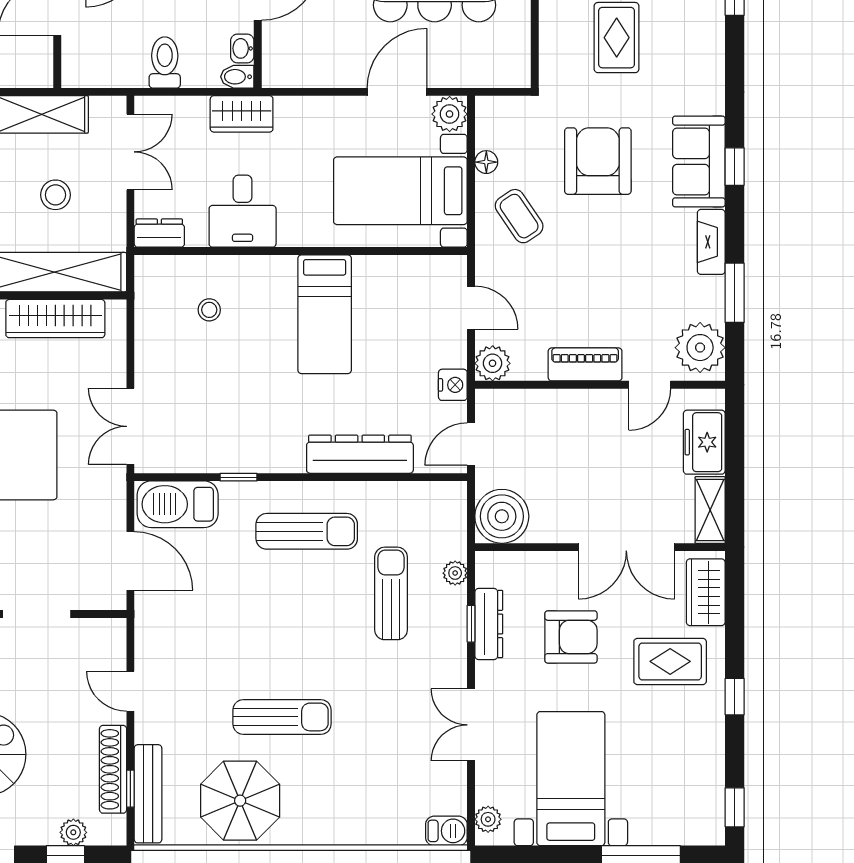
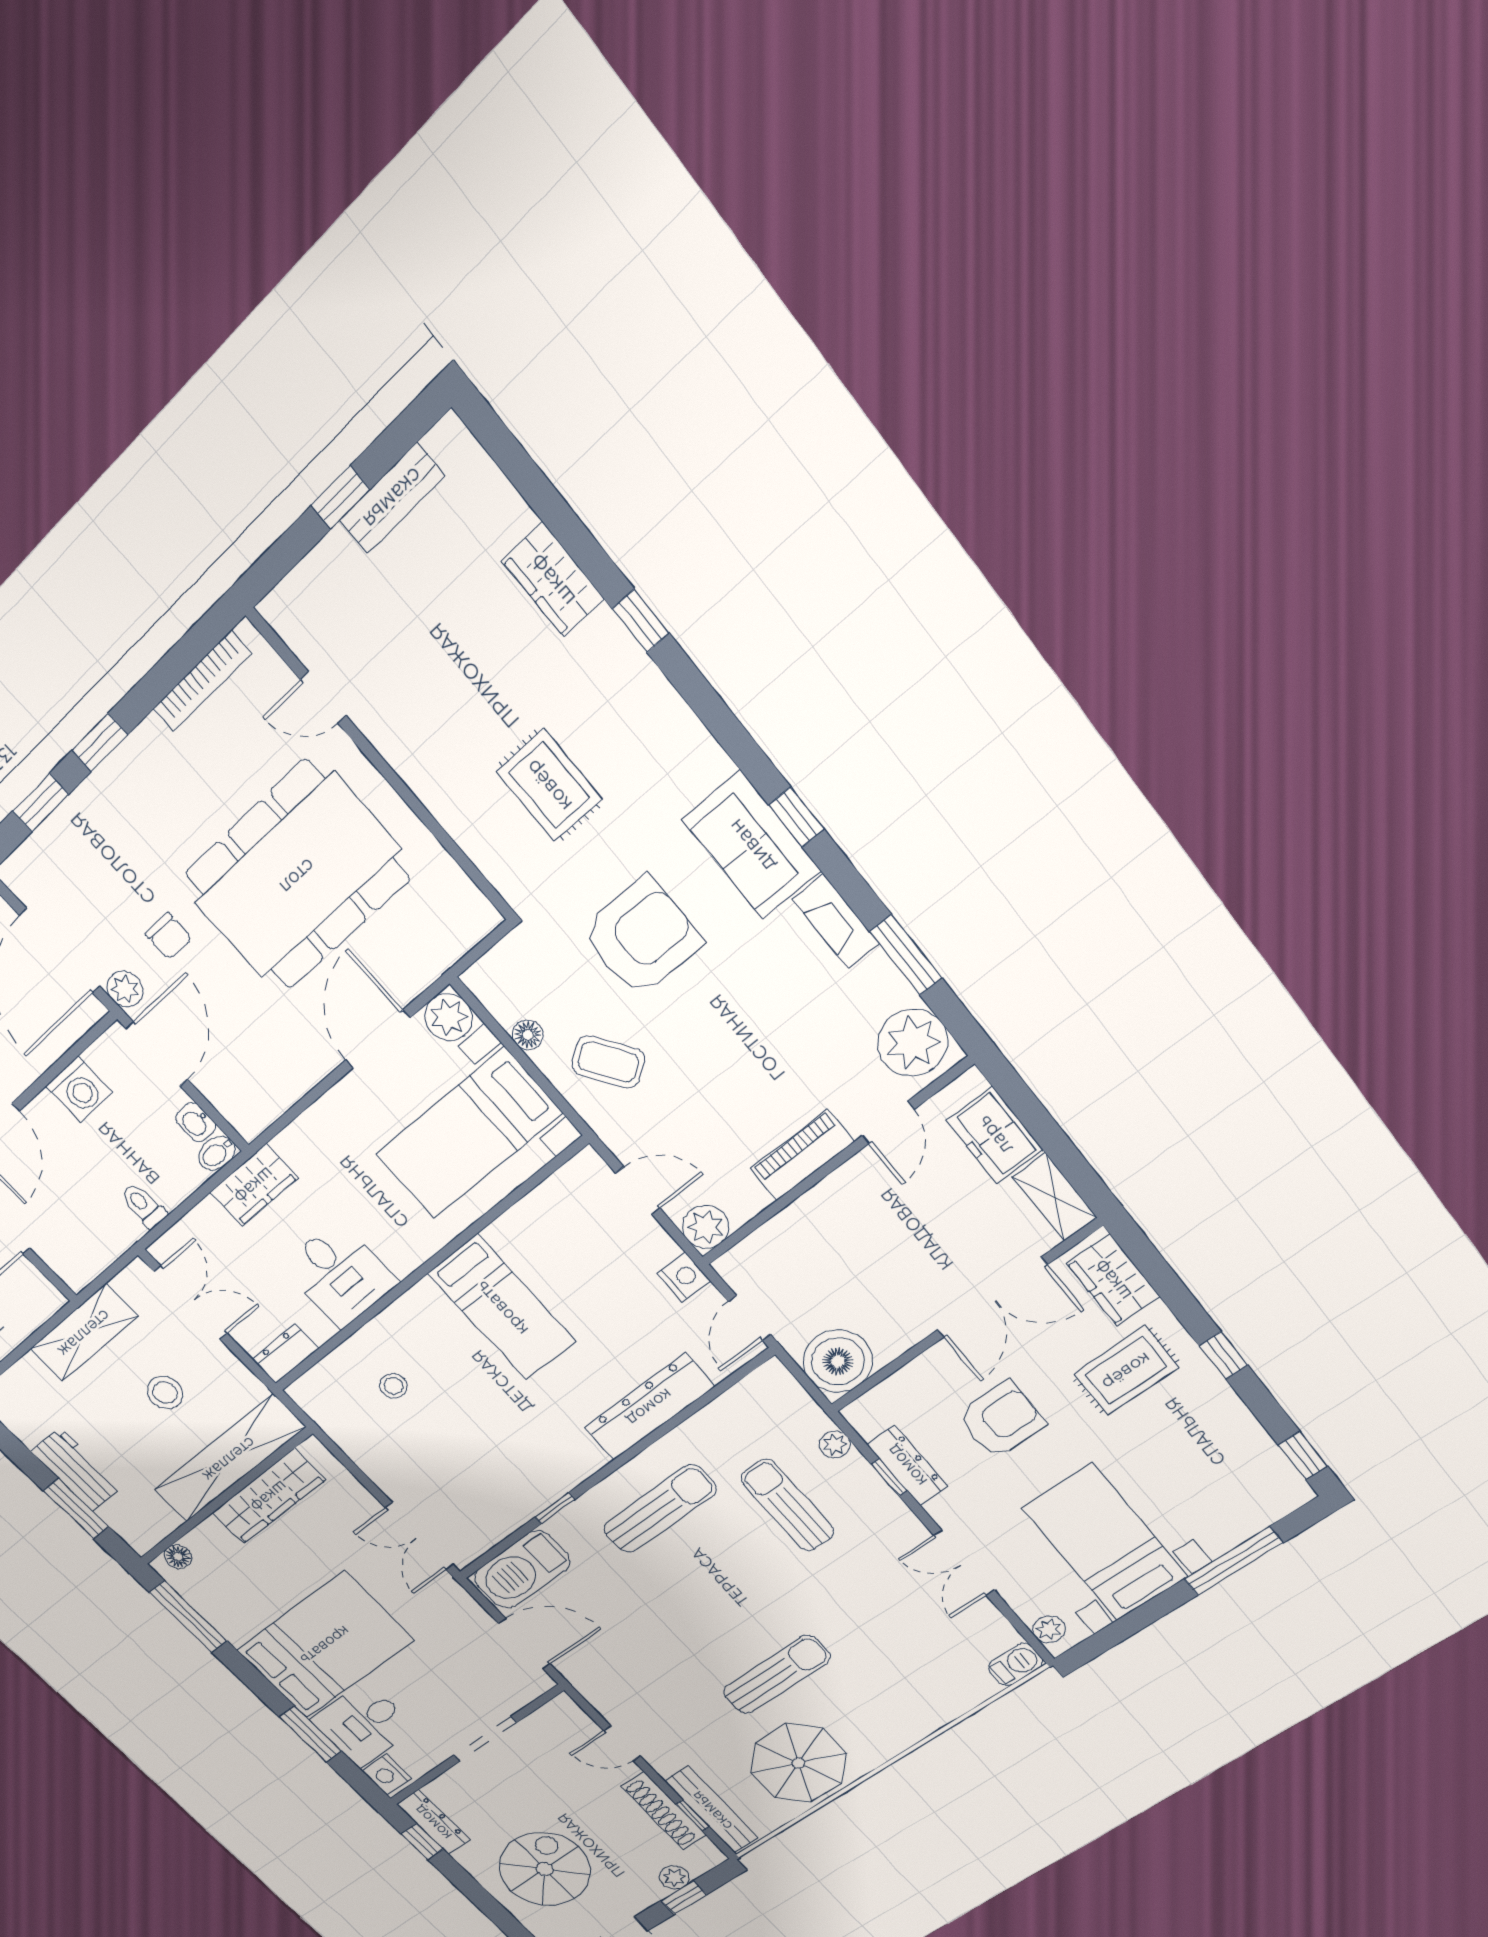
toilet: (165, 62) -> (143, 1206), width x0.73, depth x0.72
armchair: (598, 161) -> (642, 937), turned 90

